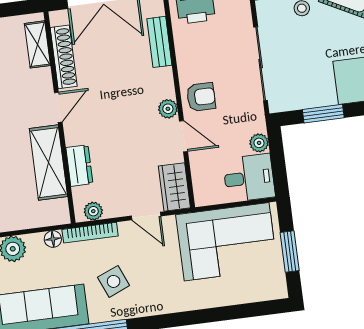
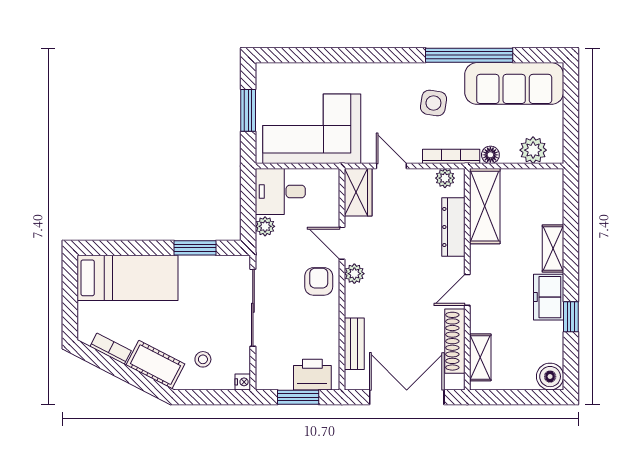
armchair: (201, 97) -> (319, 281), turned 90
shelving: (48, 163) -> (485, 206), moved
dresser: (79, 166) -> (453, 227), width x1.44
side table: (114, 281) -> (433, 103), turned 32

